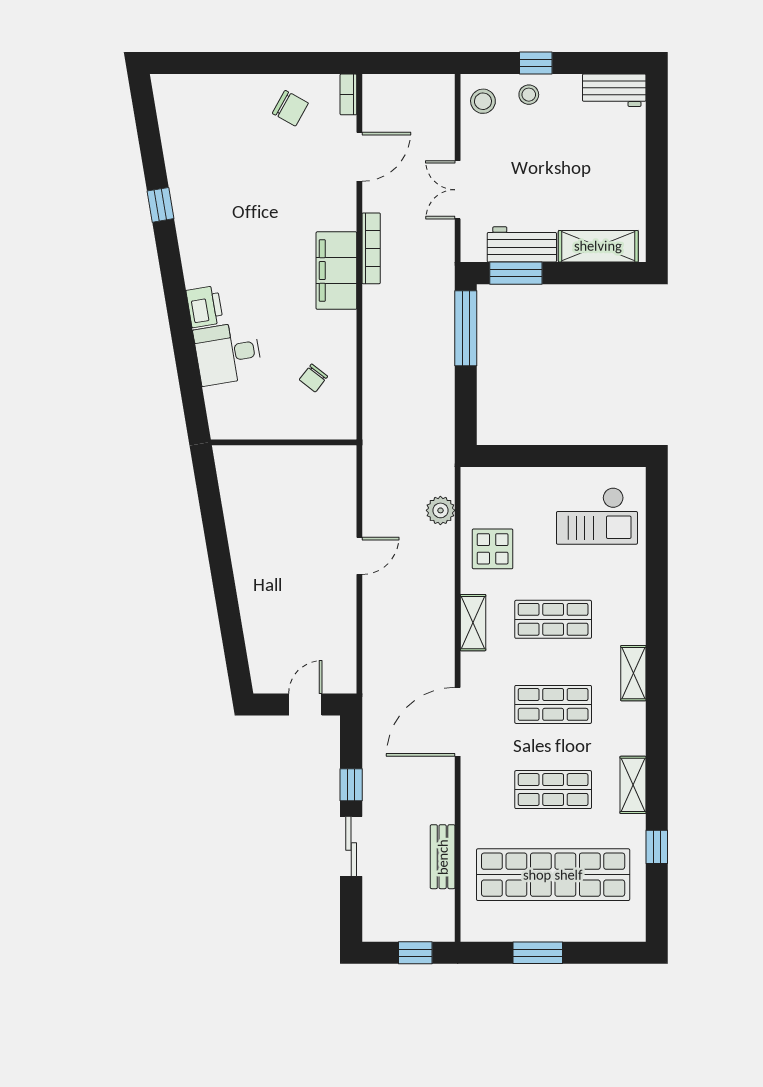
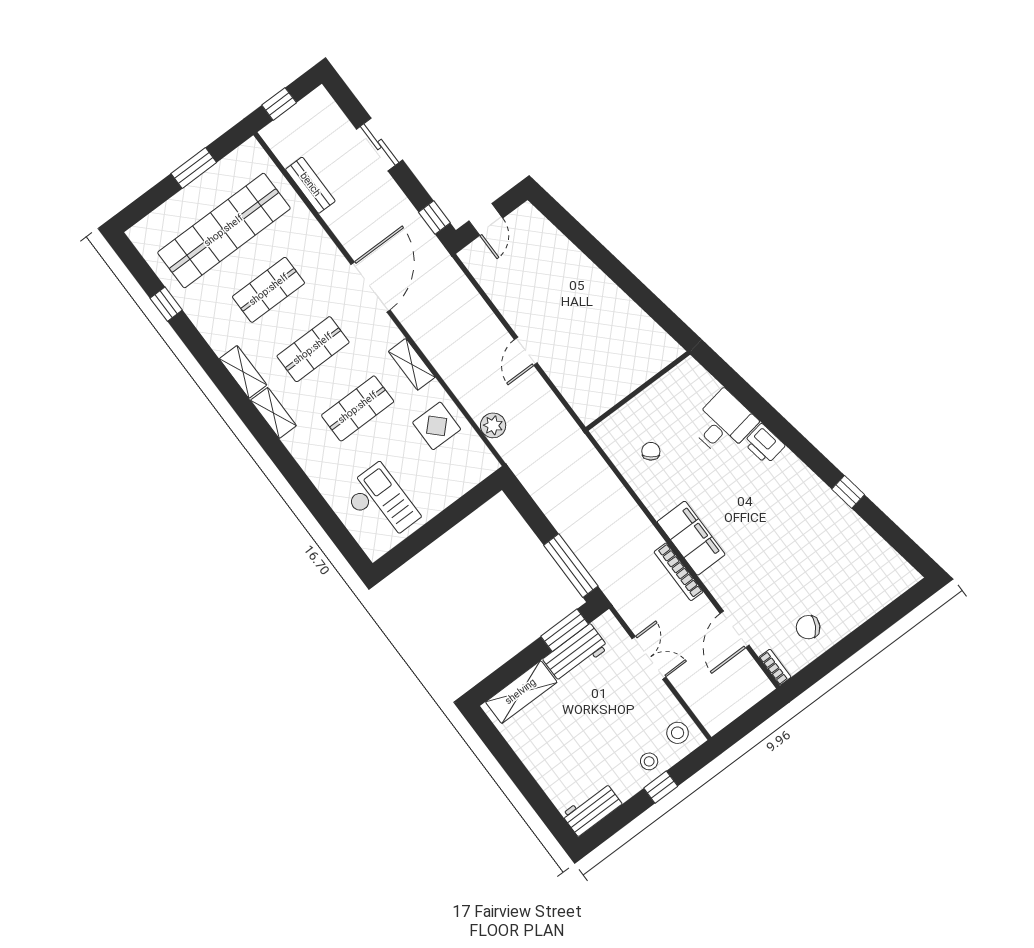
checkout: (597, 516) -> (381, 503), turned 90
window: (351, 785) -> (434, 218), moved
shelving: (633, 785) -> (243, 372), moved

